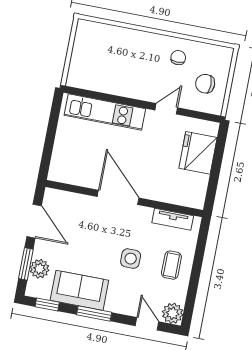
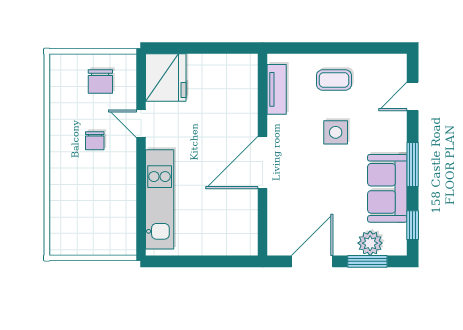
chair: (178, 58) -> (95, 141), moved, turned -90
fridge: (198, 153) -> (166, 78), moved, turned -90
plant: (173, 313) -> (394, 67), removed

